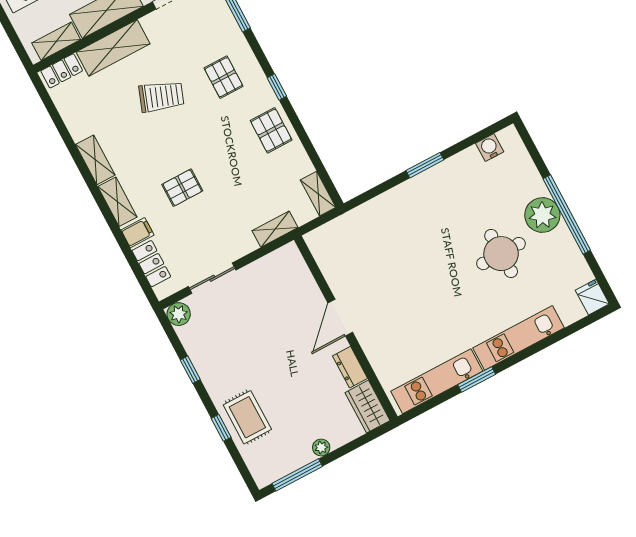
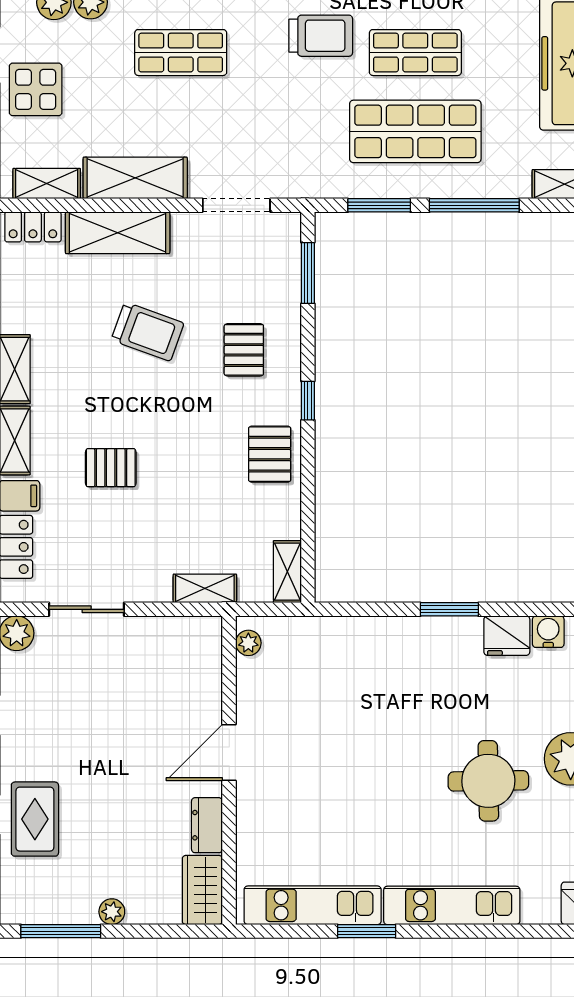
fridge: (467, 163) -> (507, 636), added
plant: (317, 248) -> (248, 643), added

